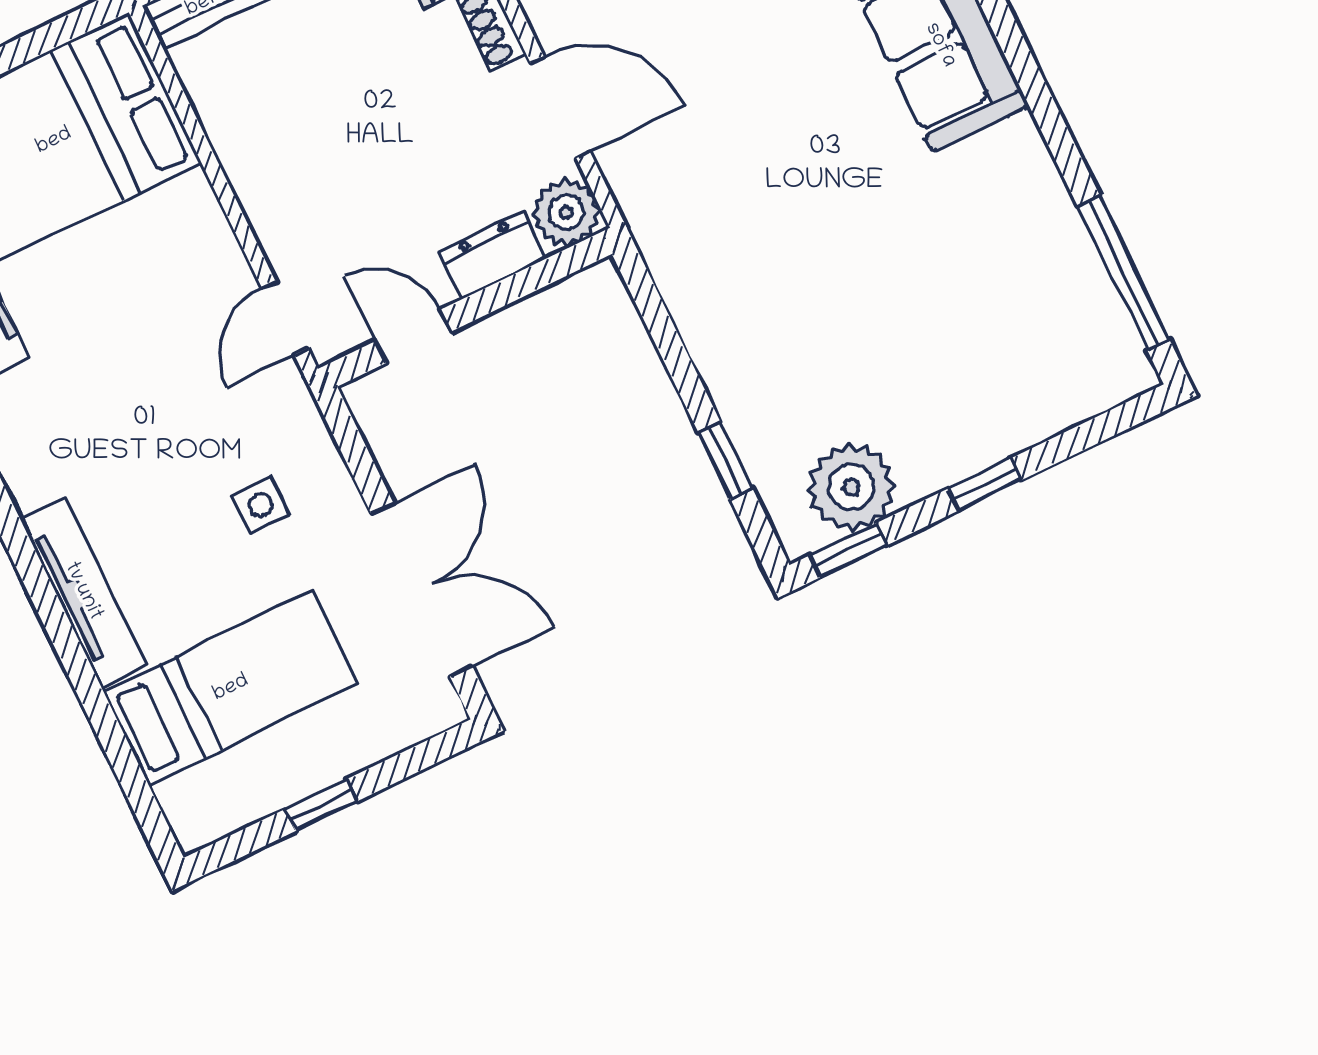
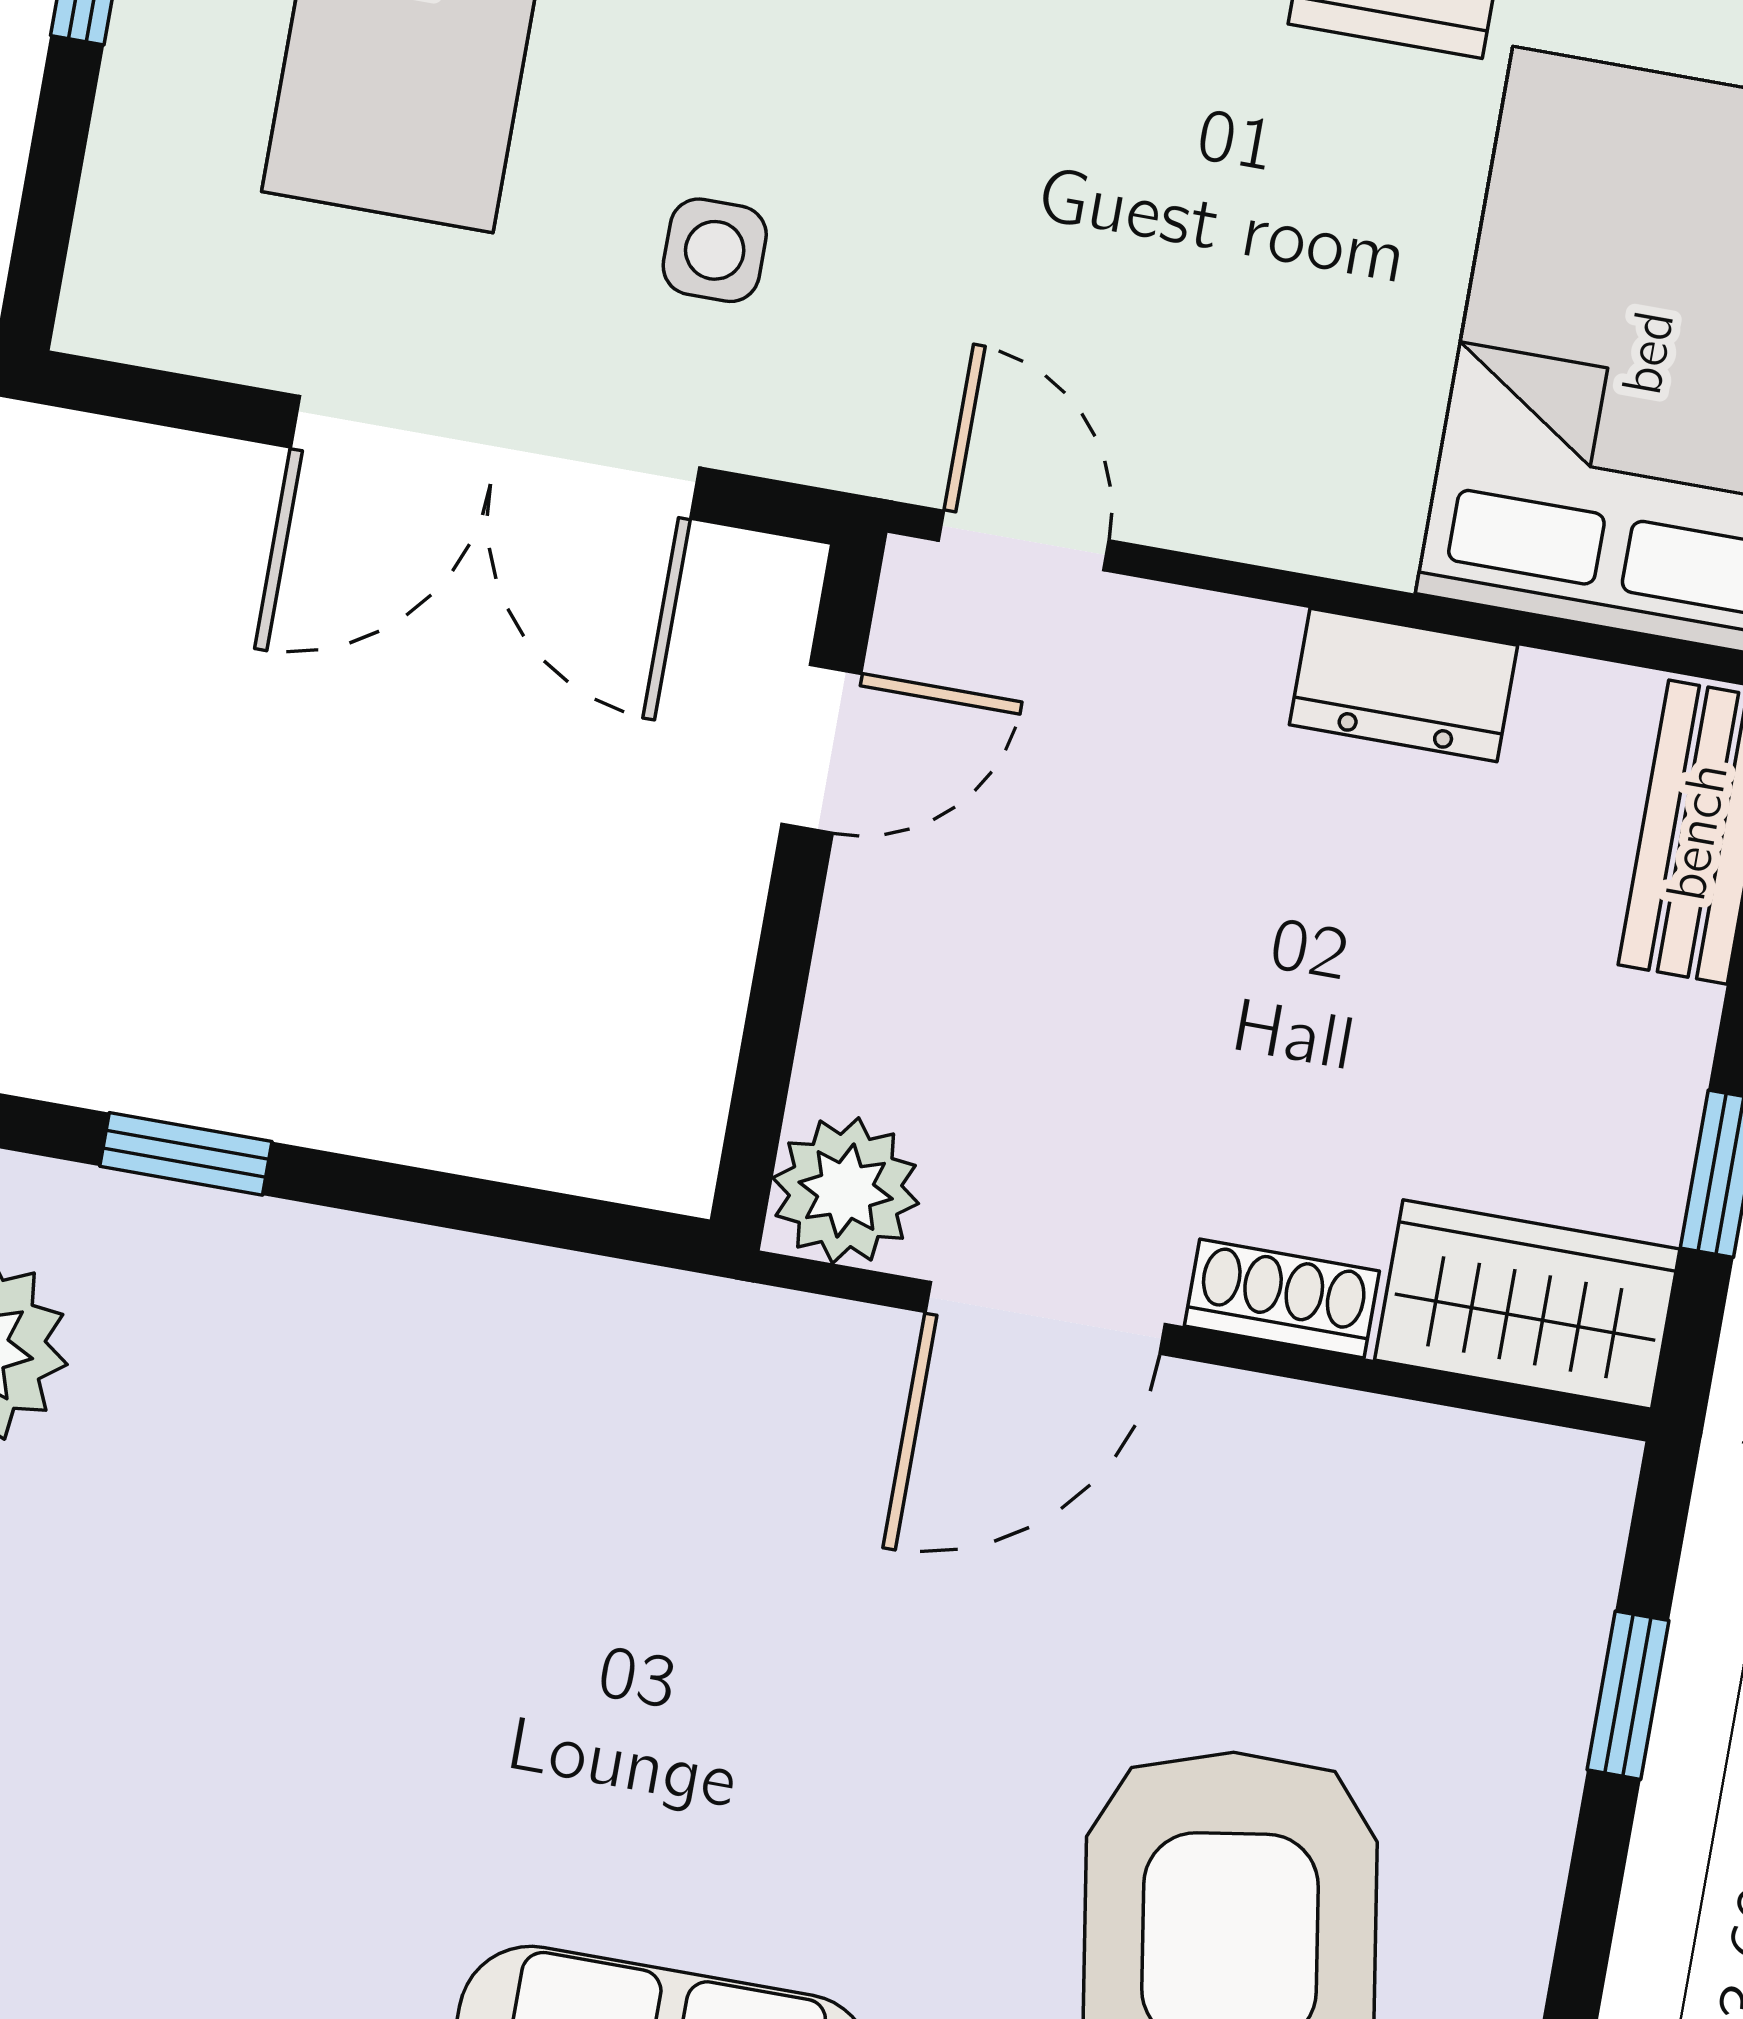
dresser: (493, 255) -> (1403, 685), moved, turned 90
double door: (422, 590) -> (495, 457), moved

